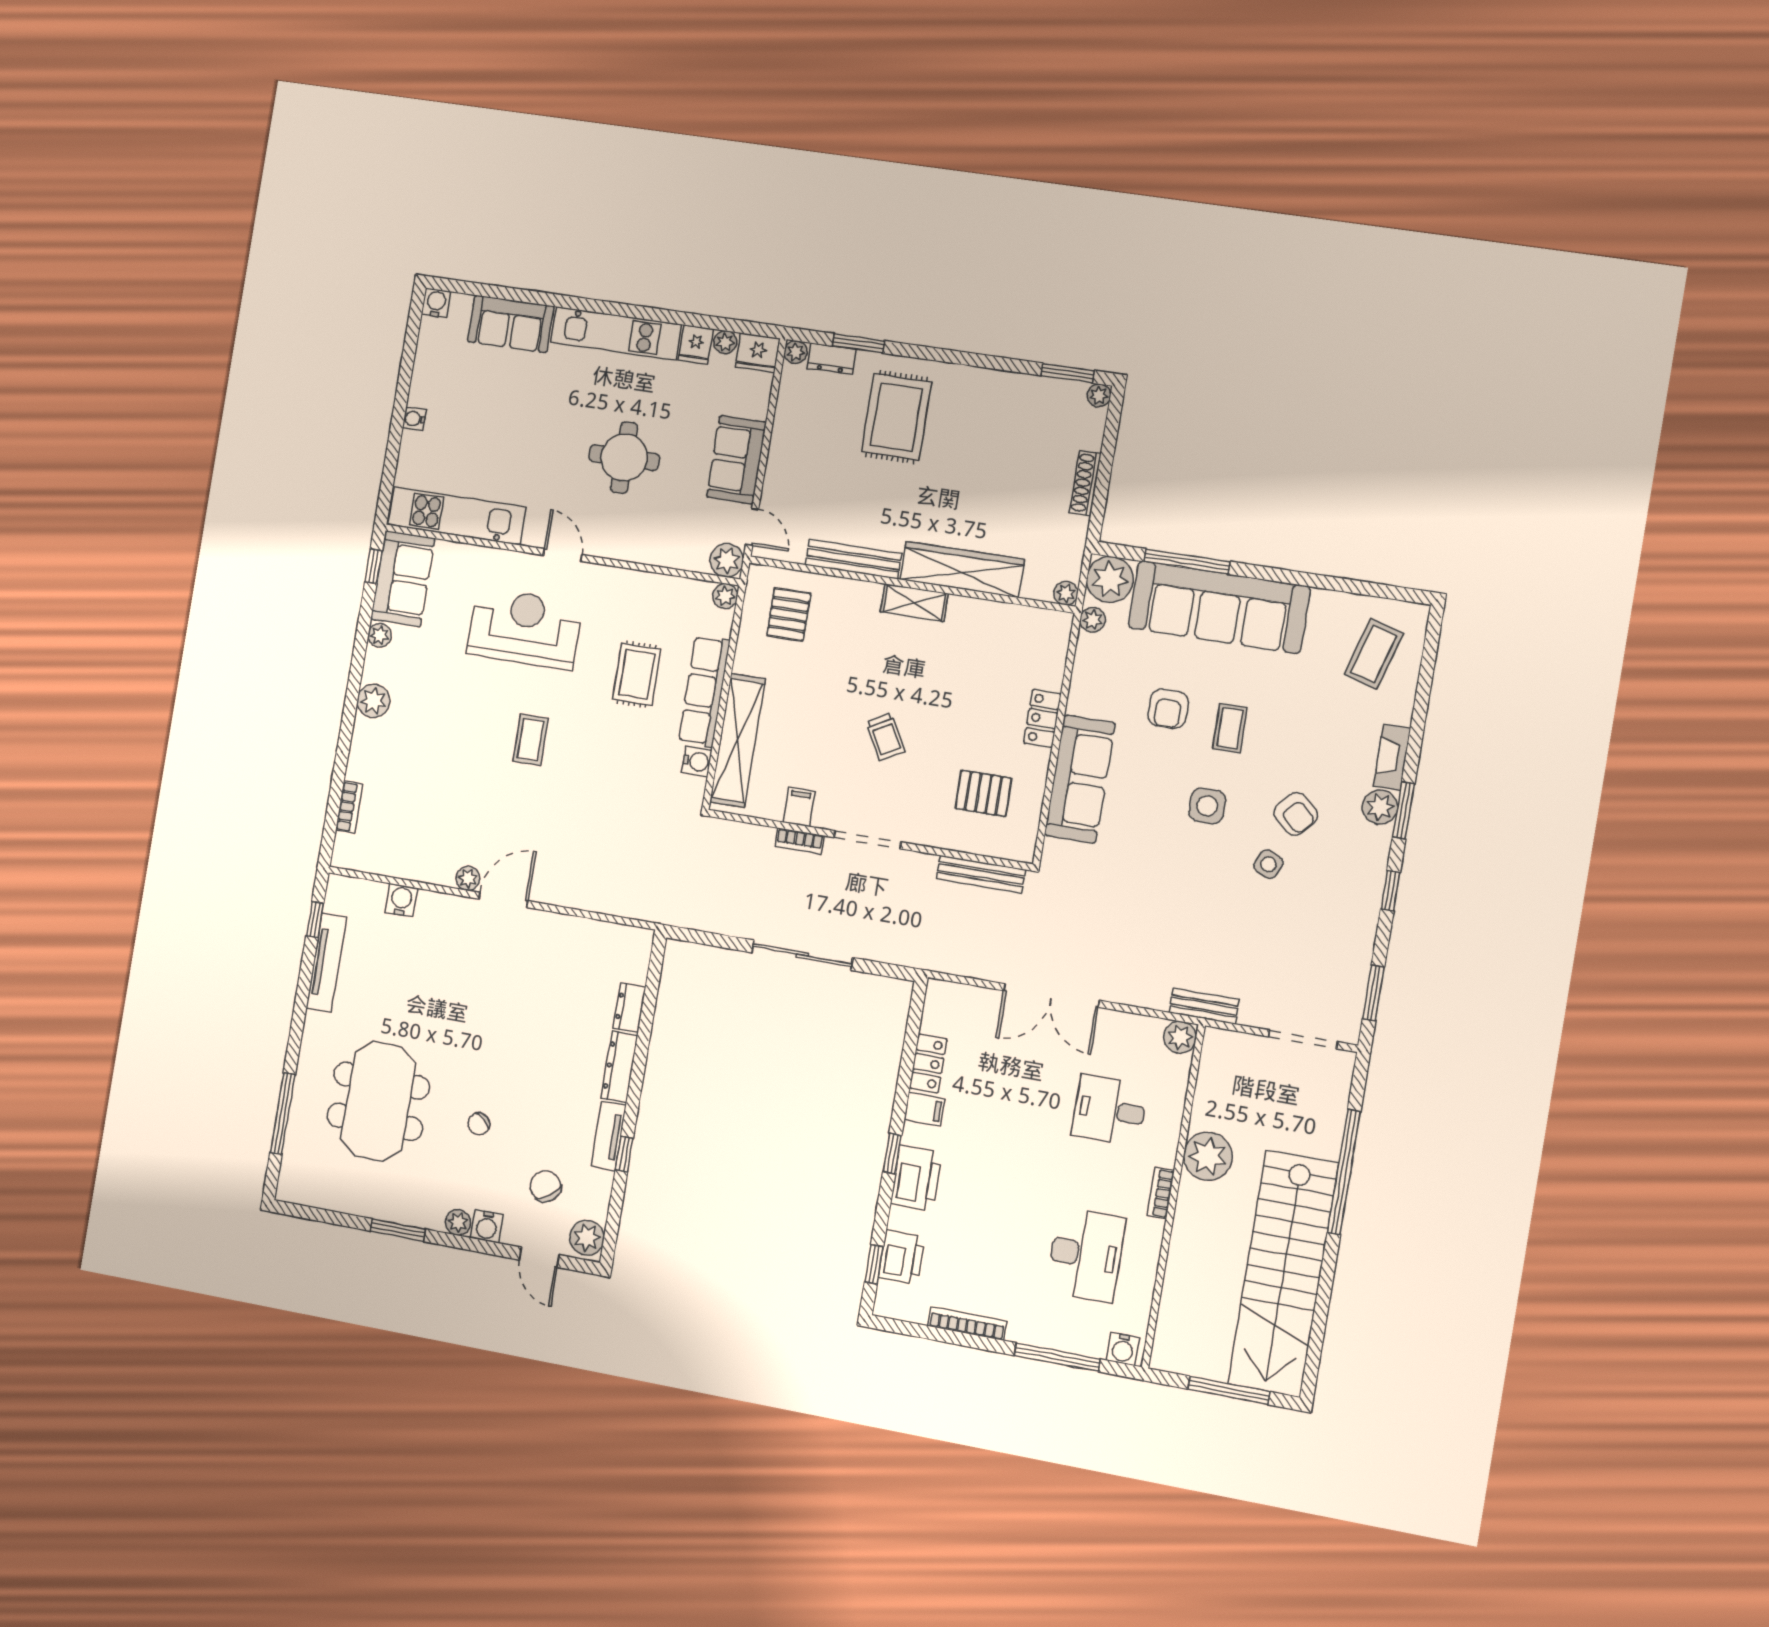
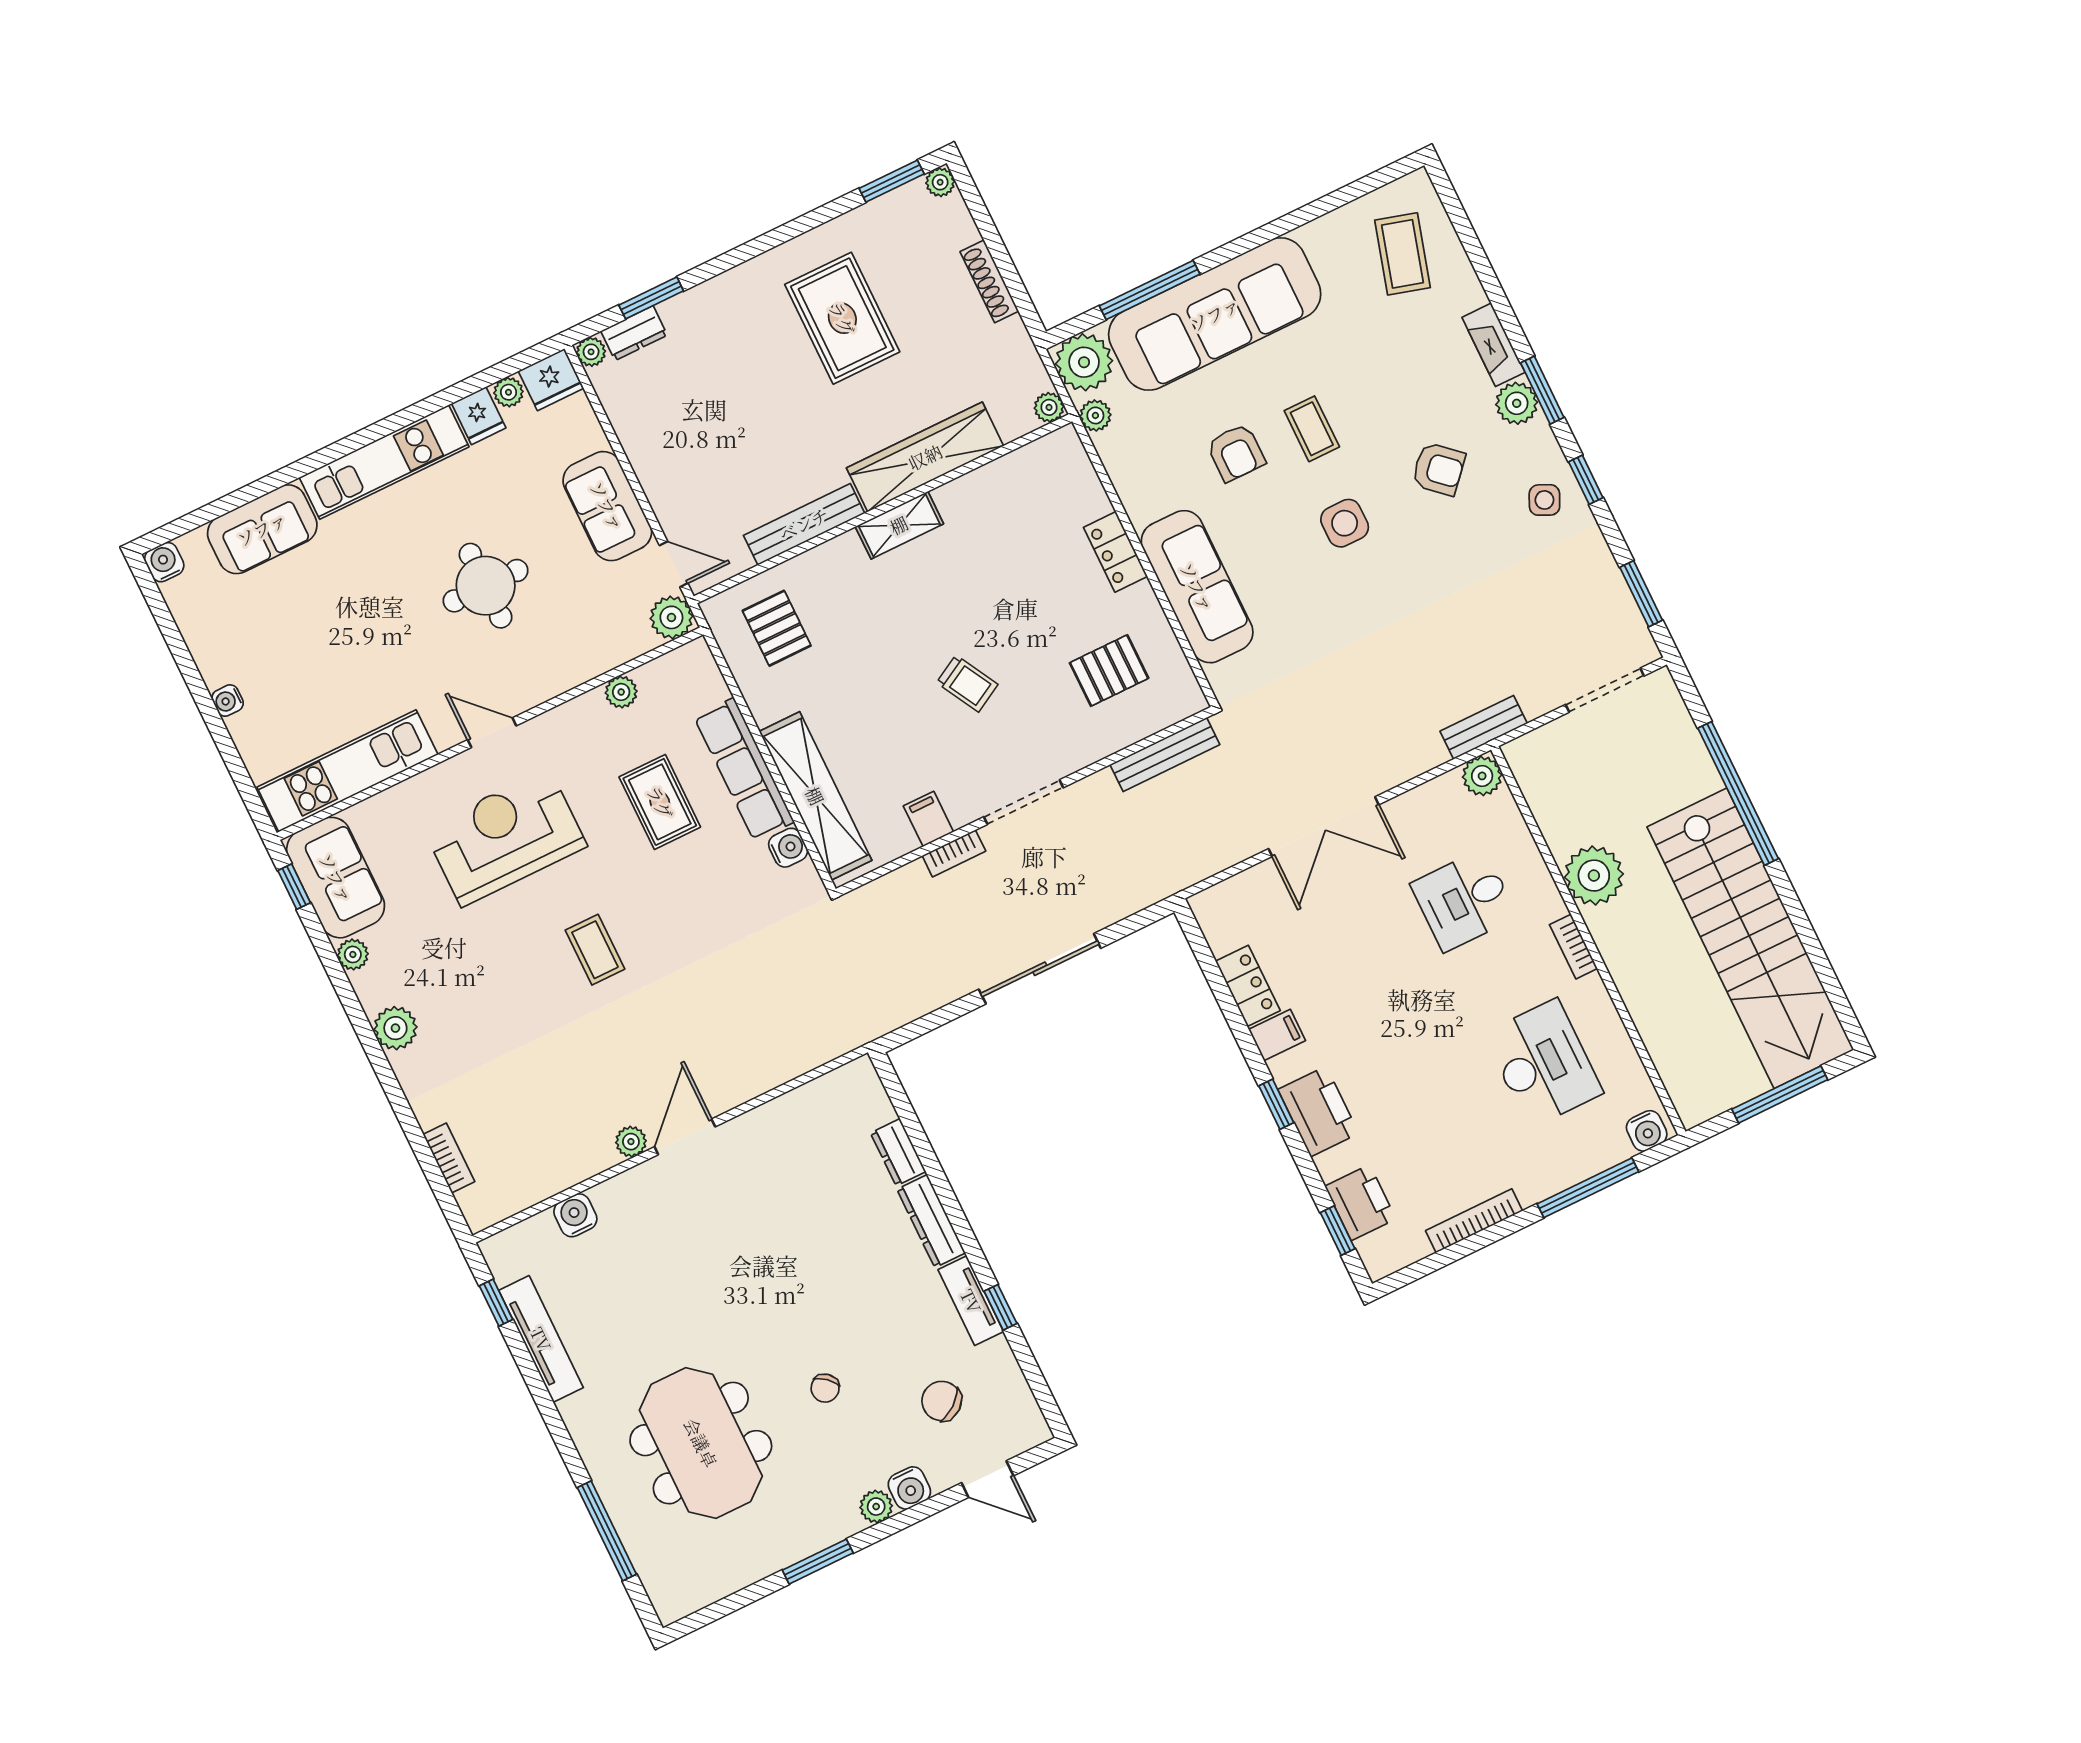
rug: (896, 417) -> (842, 318), moved
plant: (725, 596) -> (621, 692), moved
side table: (1268, 864) -> (1544, 500), moved
plant: (587, 1238) -> (1023, 1422), removed

